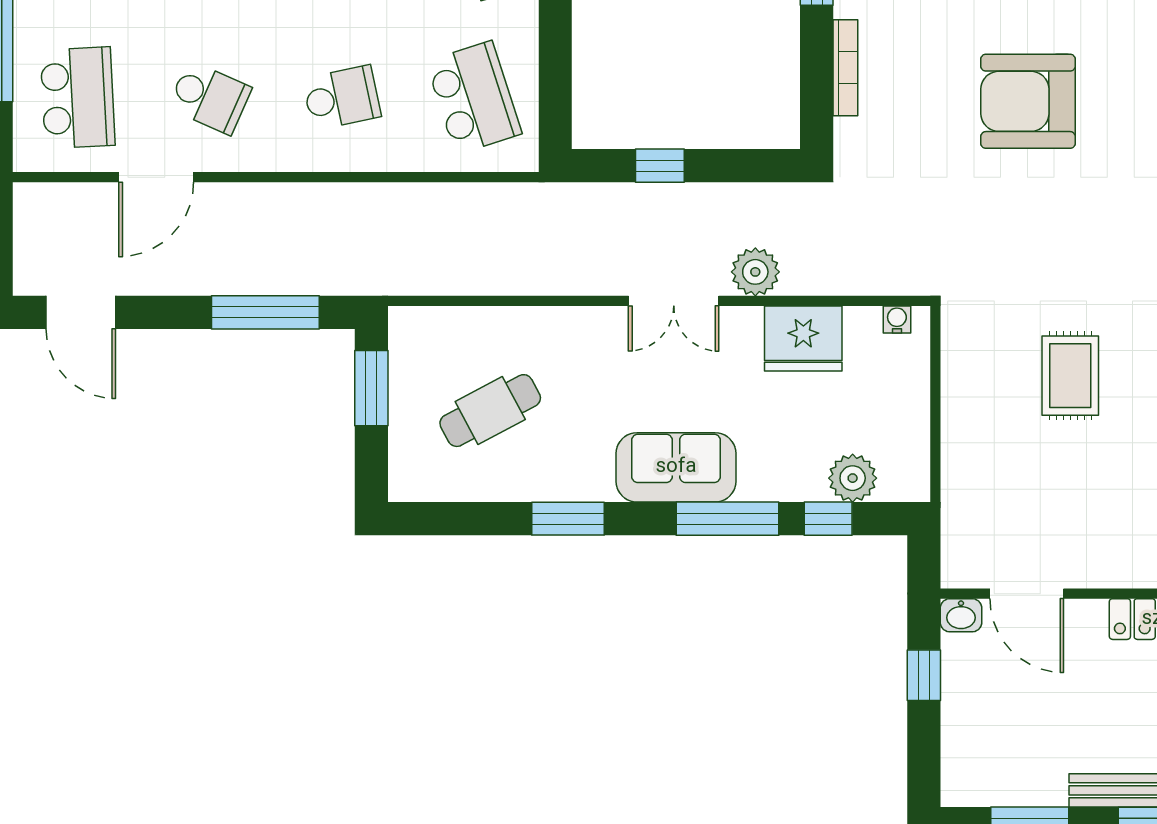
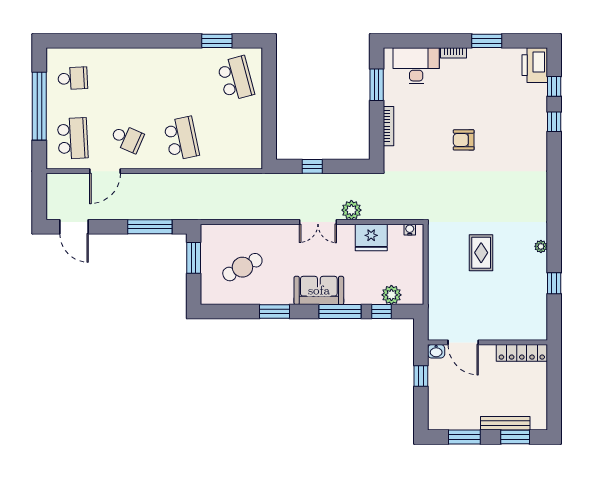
school desk: (342, 98) -> (181, 138), width x1.85
school desk: (474, 98) -> (236, 138), removed
armchair: (1028, 101) -> (464, 140), width x0.53, depth x0.53

